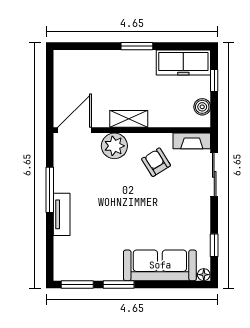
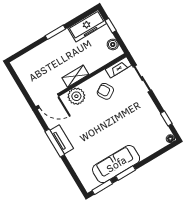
door: (74, 130) -> (48, 101), swing flipped
tv unit: (62, 214) -> (62, 139), moved
sofa: (160, 265) -> (116, 164), moved

